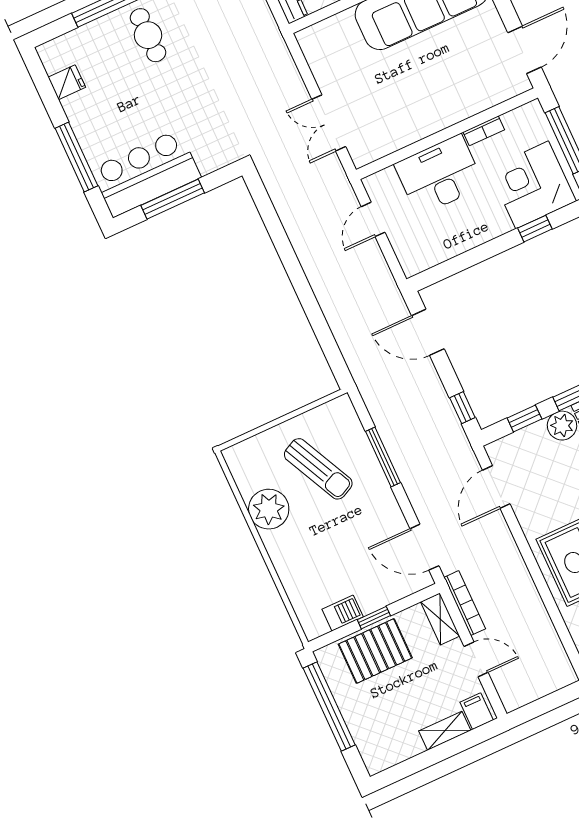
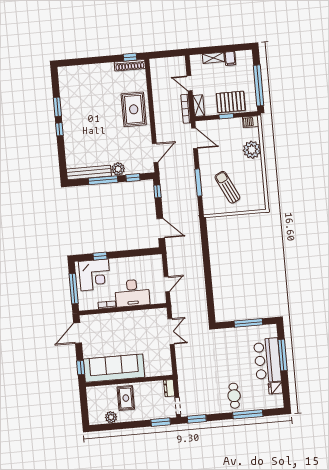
bar counter: (146, 173) -> (267, 360), moved, turned 90
plant: (269, 509) -> (252, 150), moved
barbecue: (343, 613) -> (251, 122), moved
filing cabinet: (477, 711) -> (230, 58), moved

